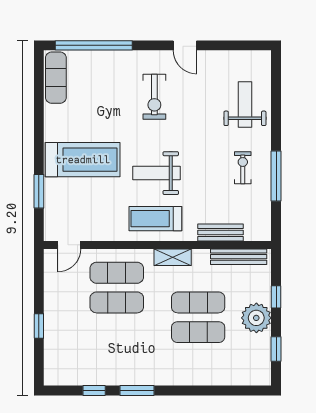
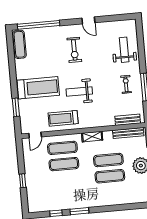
treadmill: (155, 219) -> (63, 118), moved
bench: (221, 232) -> (128, 120), moved

